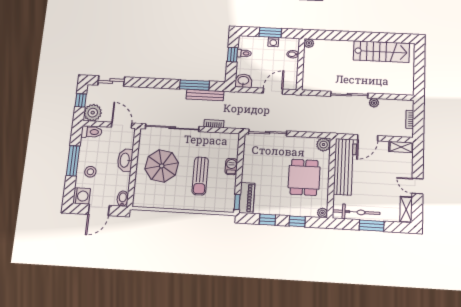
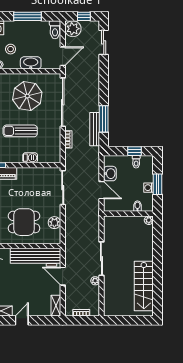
washbasin: (243, 81) -> (110, 174), moved
plant: (324, 145) -> (54, 223), moved
stool: (90, 172) -> (11, 49), moved

